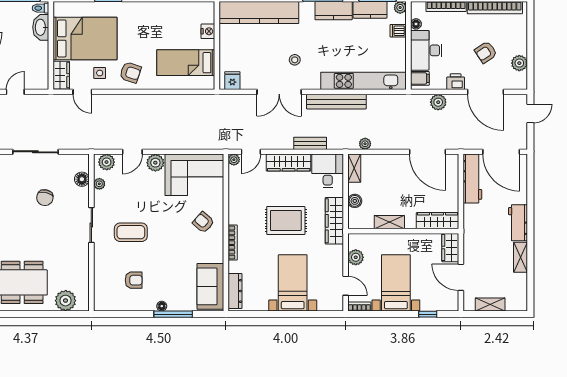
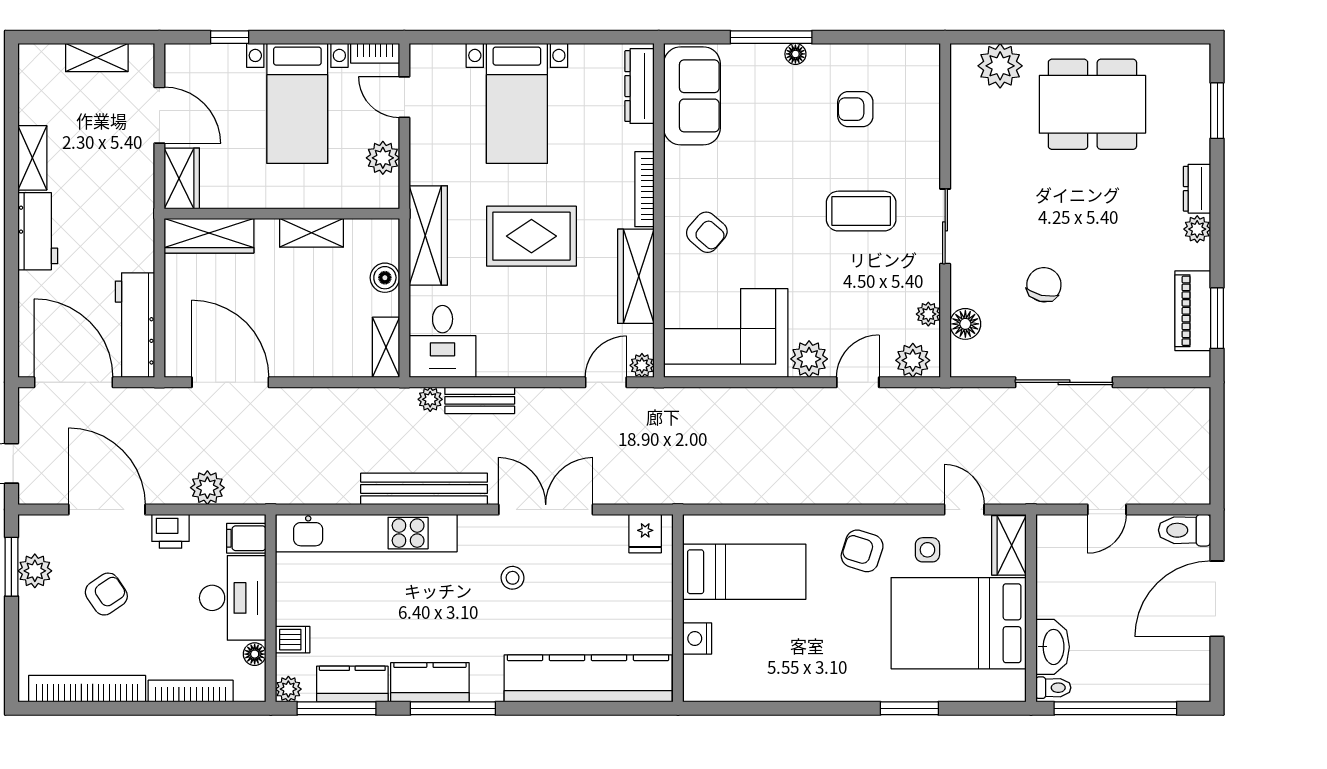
window: (530, 65) -> (11, 567), added
plant: (365, 144) -> (430, 399), moved
wardrobe: (289, 163) -> (636, 276), moved, turned -90

